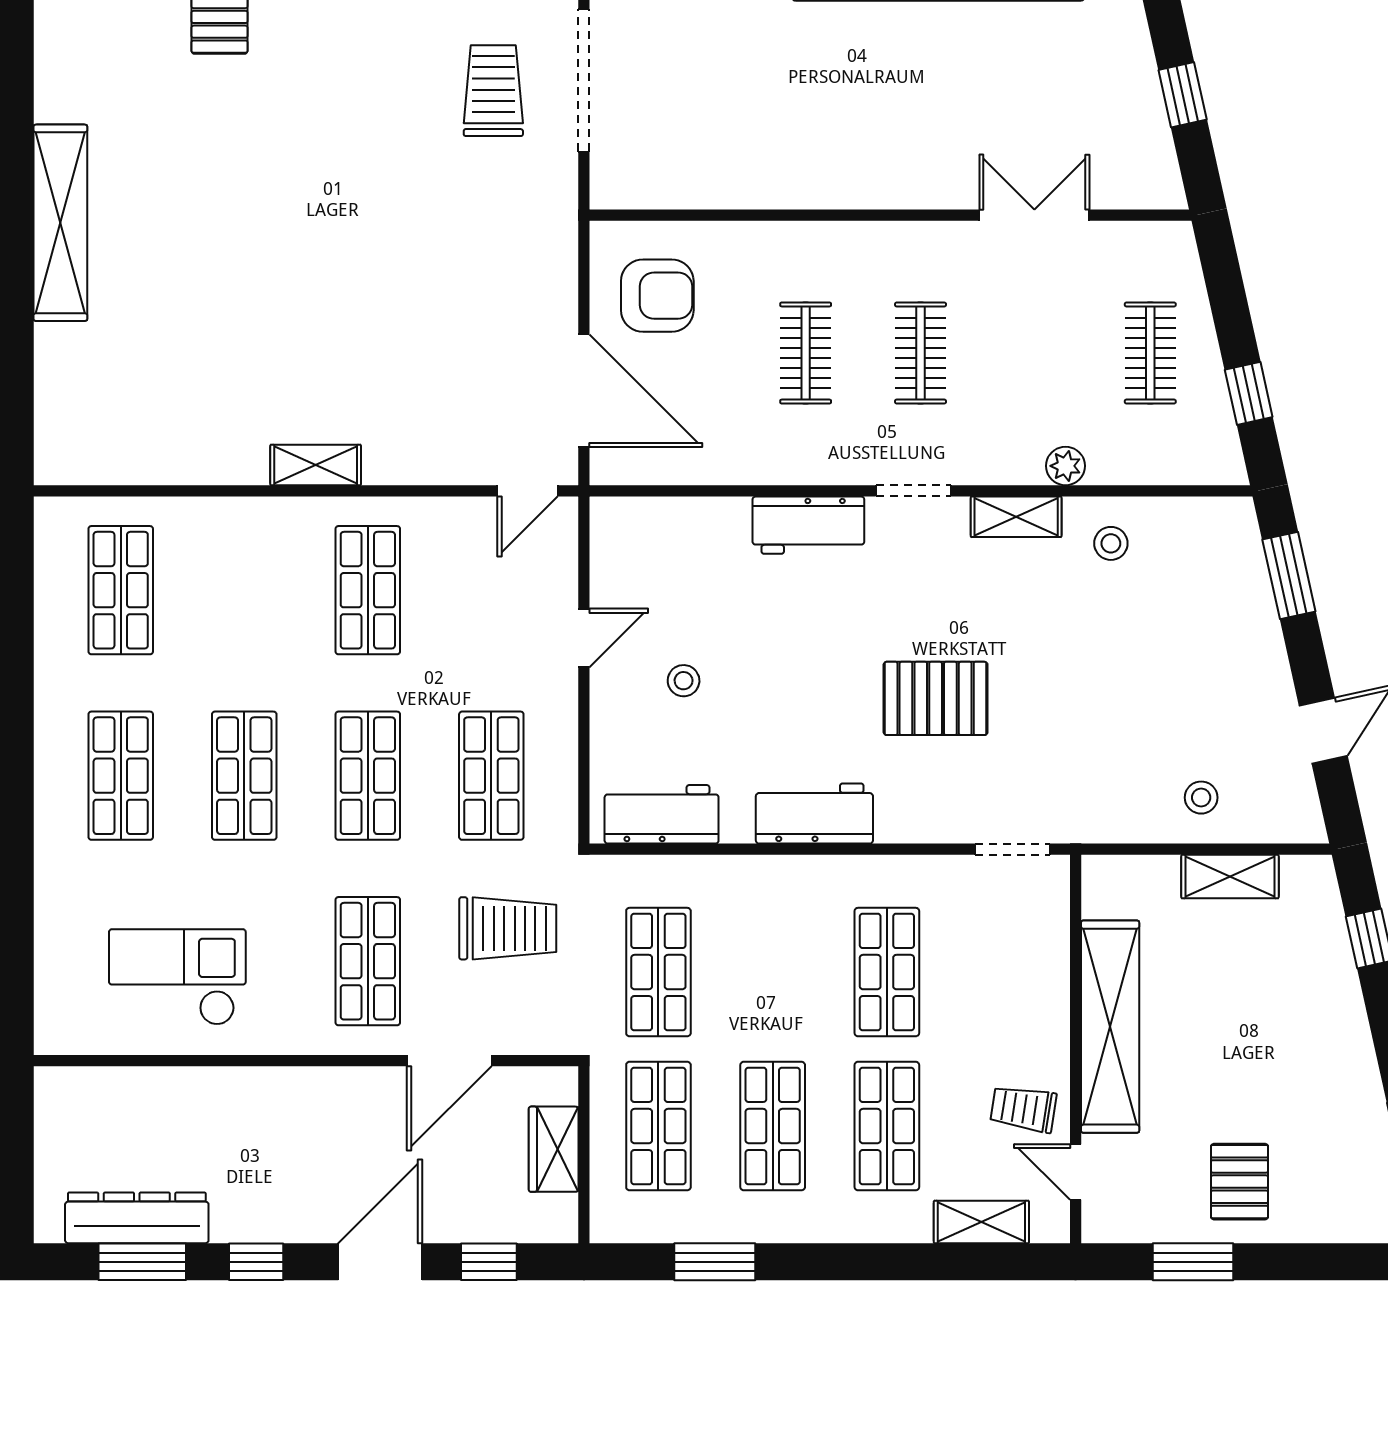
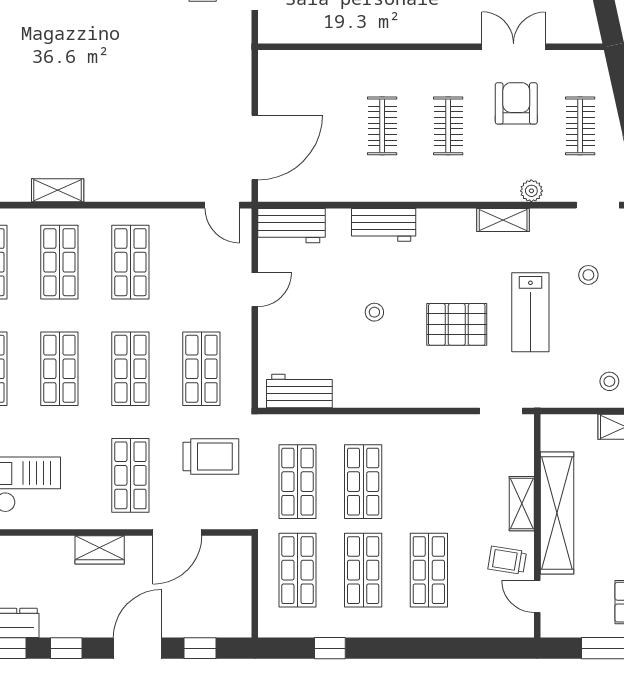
armchair: (657, 296) -> (516, 103), moved, turned -90
door: (584, 391) -> (255, 148), hinge flipped
shelving: (316, 465) -> (58, 190), moved
door: (527, 491) -> (222, 205), hinge flipped
doorway: (913, 491) -> (598, 205), moved
stool: (1111, 543) -> (588, 275), moved
shop shelf: (244, 590) -> (59, 262), added
lab bench: (1064, 677) -> (530, 312), added
stool: (684, 681) -> (374, 312), moved
workbench: (814, 813) -> (291, 226), moved, turned 180
shop shelf: (887, 972) -> (363, 482), moved
wardrobe: (554, 1149) -> (100, 550), moved, turned -90
shelving: (981, 1222) -> (522, 504), moved, turned 90
window: (715, 1262) -> (330, 648), width x0.67

